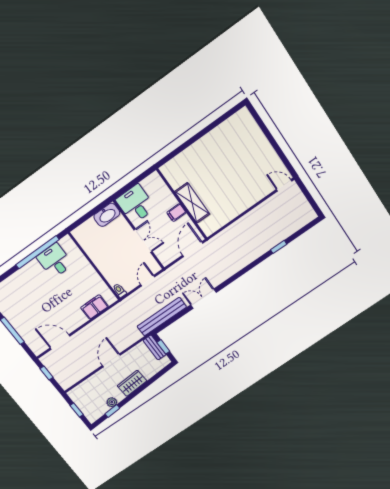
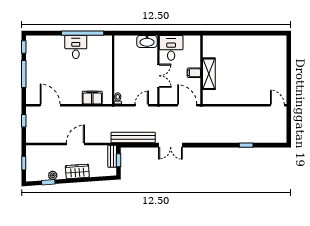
door: (193, 249) -> (187, 105), hinge flipped
desk: (55, 261) -> (76, 47), moved
double door: (203, 299) -> (171, 145), swing flipped

